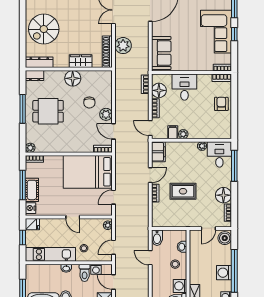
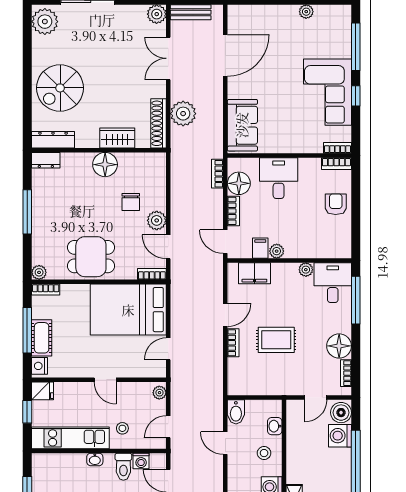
dining table: (48, 111) -> (91, 257), moved
filing cabinet: (158, 152) -> (254, 273), moved, turned 90
washing machine: (224, 273) -> (340, 436), moved

